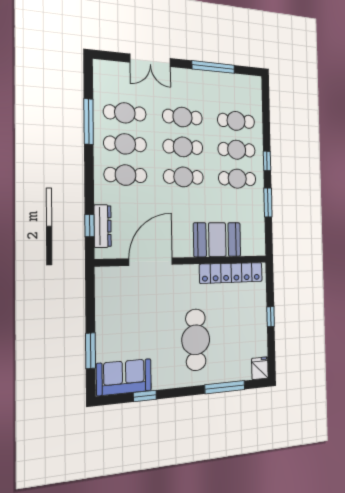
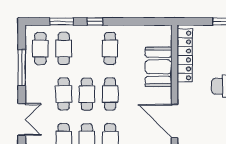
cafe table: (237, 150) -> (40, 48), moved
window: (268, 203) -> (62, 21), moved

